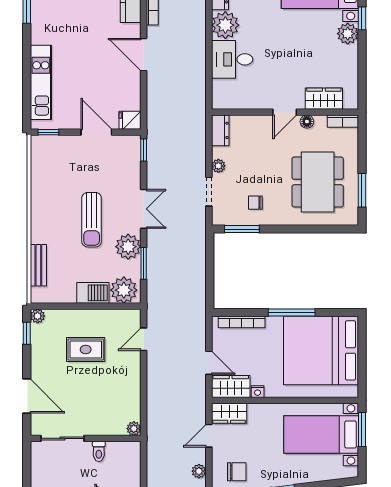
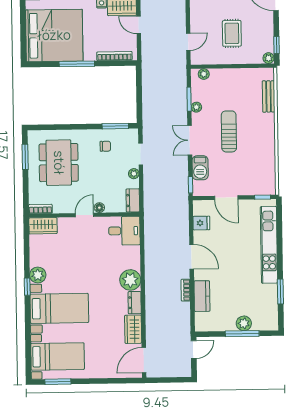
desk: (232, 59) -> (124, 231), moved
kitchen unit: (41, 82) -> (269, 245), width x1.36
wardrobe: (324, 99) -> (43, 226), moved
fridge: (130, 120) -> (201, 223), moved
floor lamp: (307, 122) -> (99, 208), moved
plant: (128, 247) -> (196, 107), width x0.53, depth x0.53
plant: (124, 290) -> (204, 74), width x0.53, depth x0.53
barbecue: (93, 293) -> (200, 168), moved, turned -90
rug: (86, 349) -> (232, 33), turned 90

